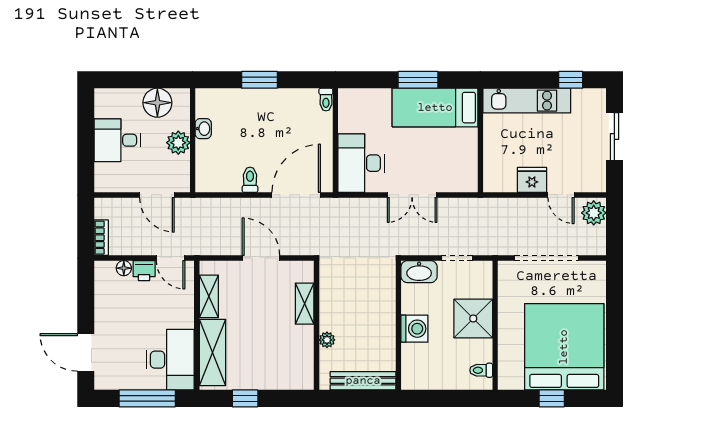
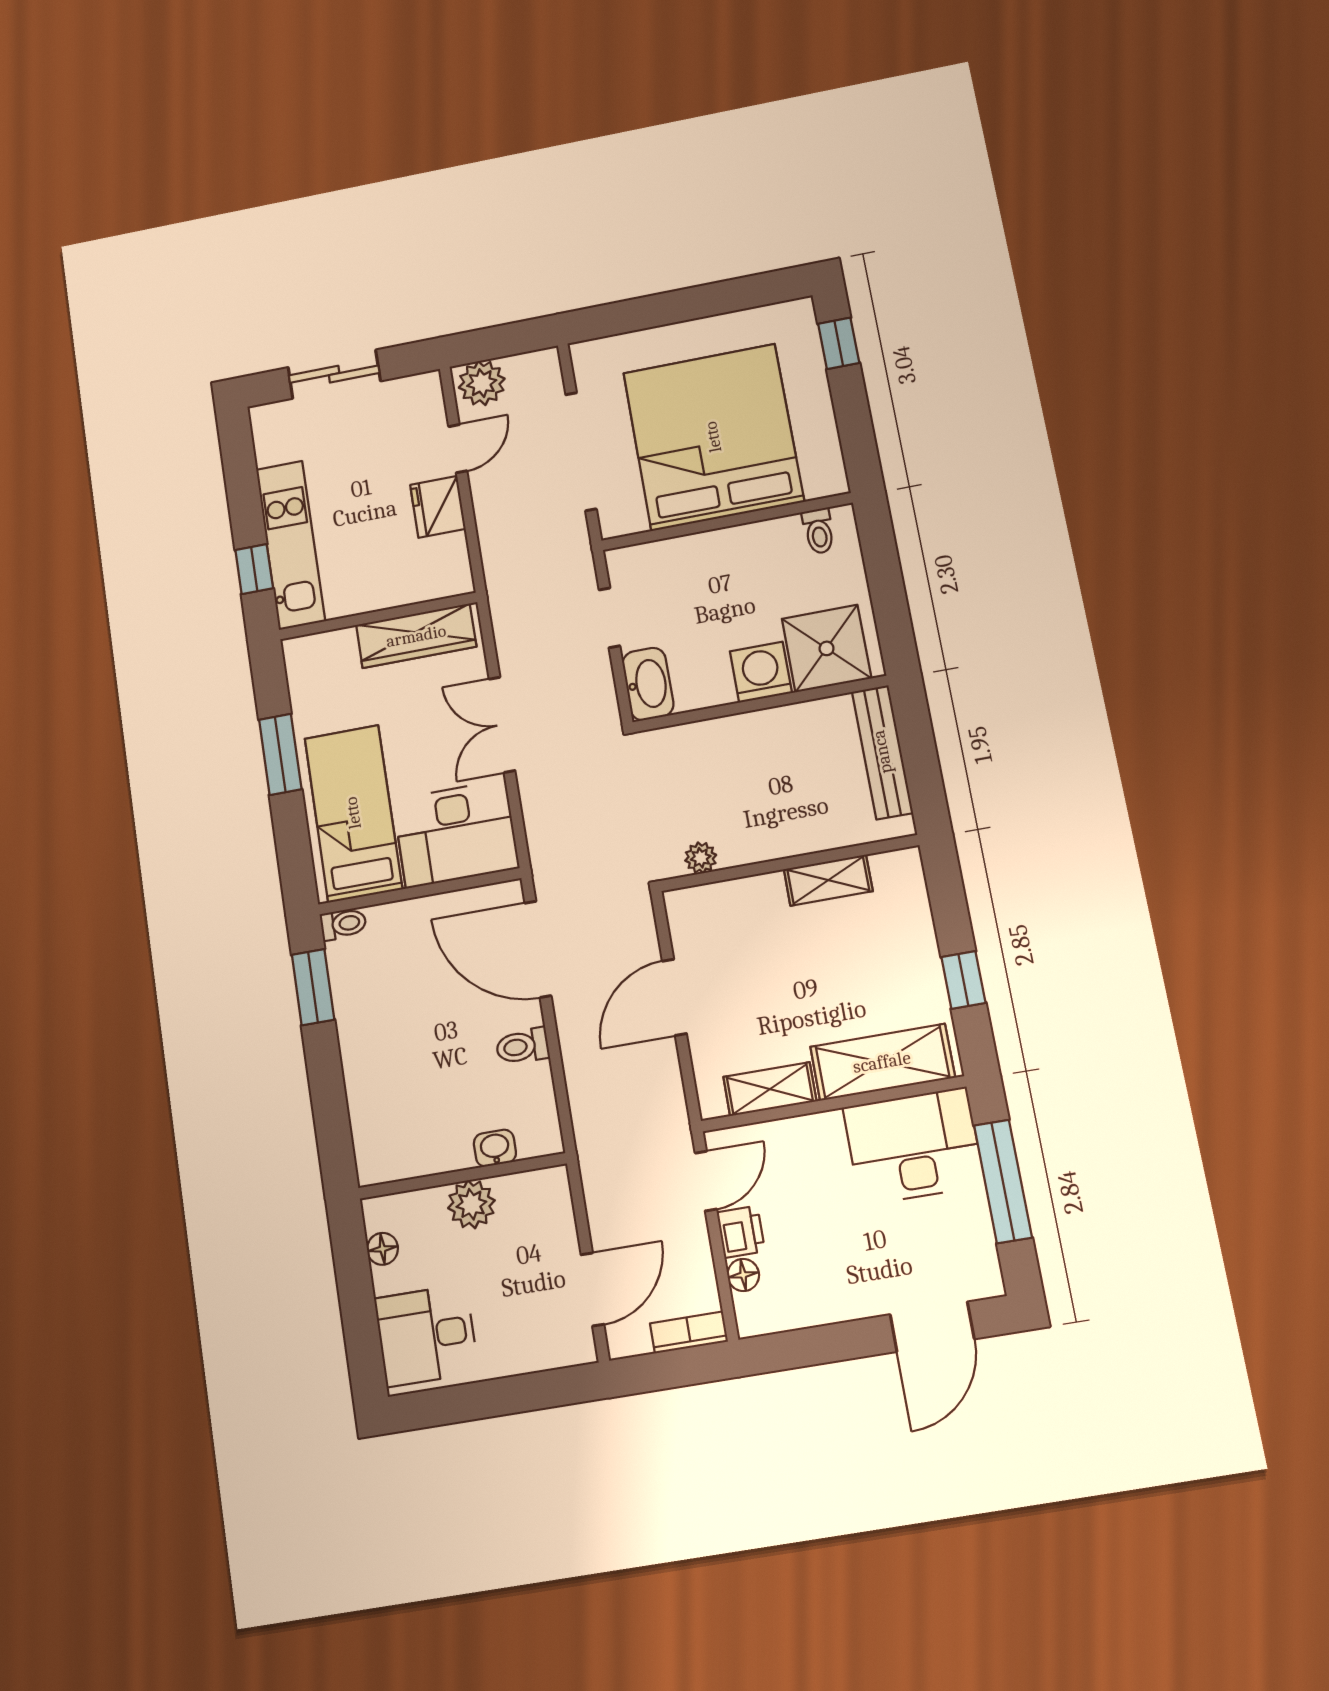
window: (259, 80) -> (313, 987), moved
window: (571, 80) -> (254, 569), moved
floor lamp: (157, 103) -> (383, 1249), width x0.53, depth x0.53
bed: (435, 108) -> (353, 813), moved, turned 180
washbasin: (203, 129) -> (495, 1148), moved
desk: (117, 140) -> (426, 1335), moved, turned 90
wardrobe: (466, 158) -> (416, 636), added
door: (157, 195) -> (592, 1289), moved
double door: (412, 195) -> (502, 725), swing flipped
shelving: (305, 304) -> (828, 880), moved
shower: (473, 318) -> (827, 648), moved
plant: (327, 340) -> (701, 858), moved
bed: (564, 347) -> (713, 437), moved, turned 90
window: (552, 398) -> (839, 343), moved

